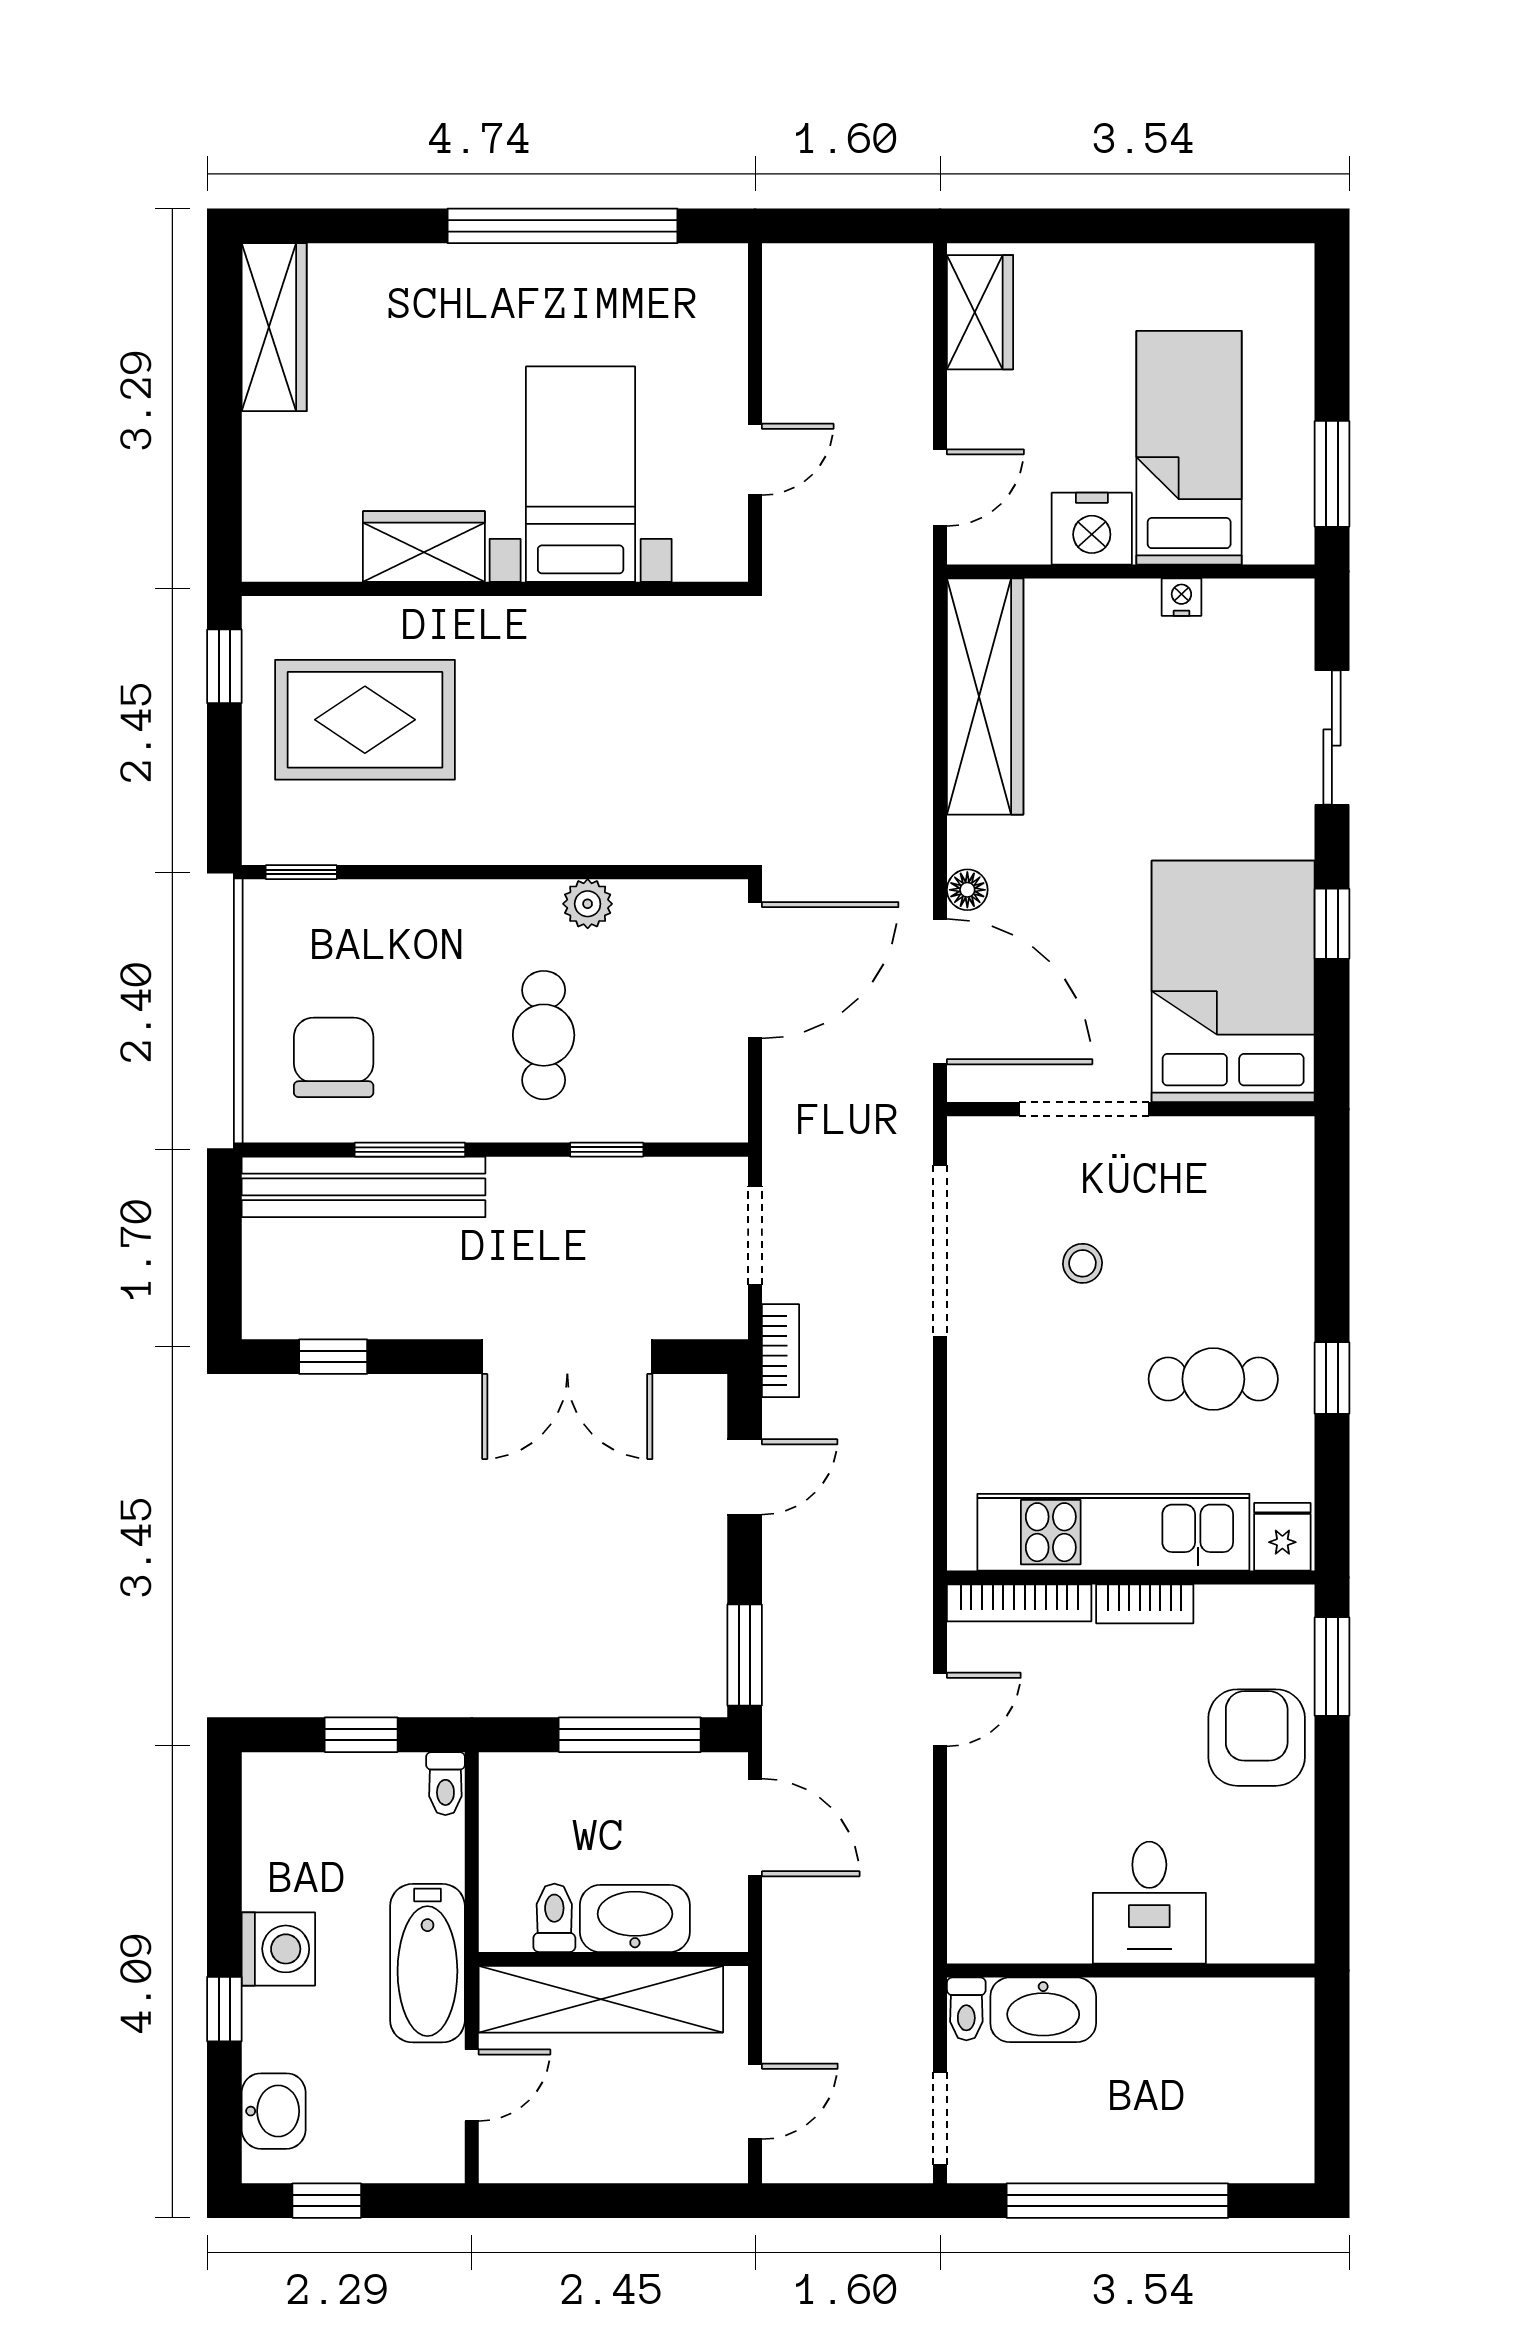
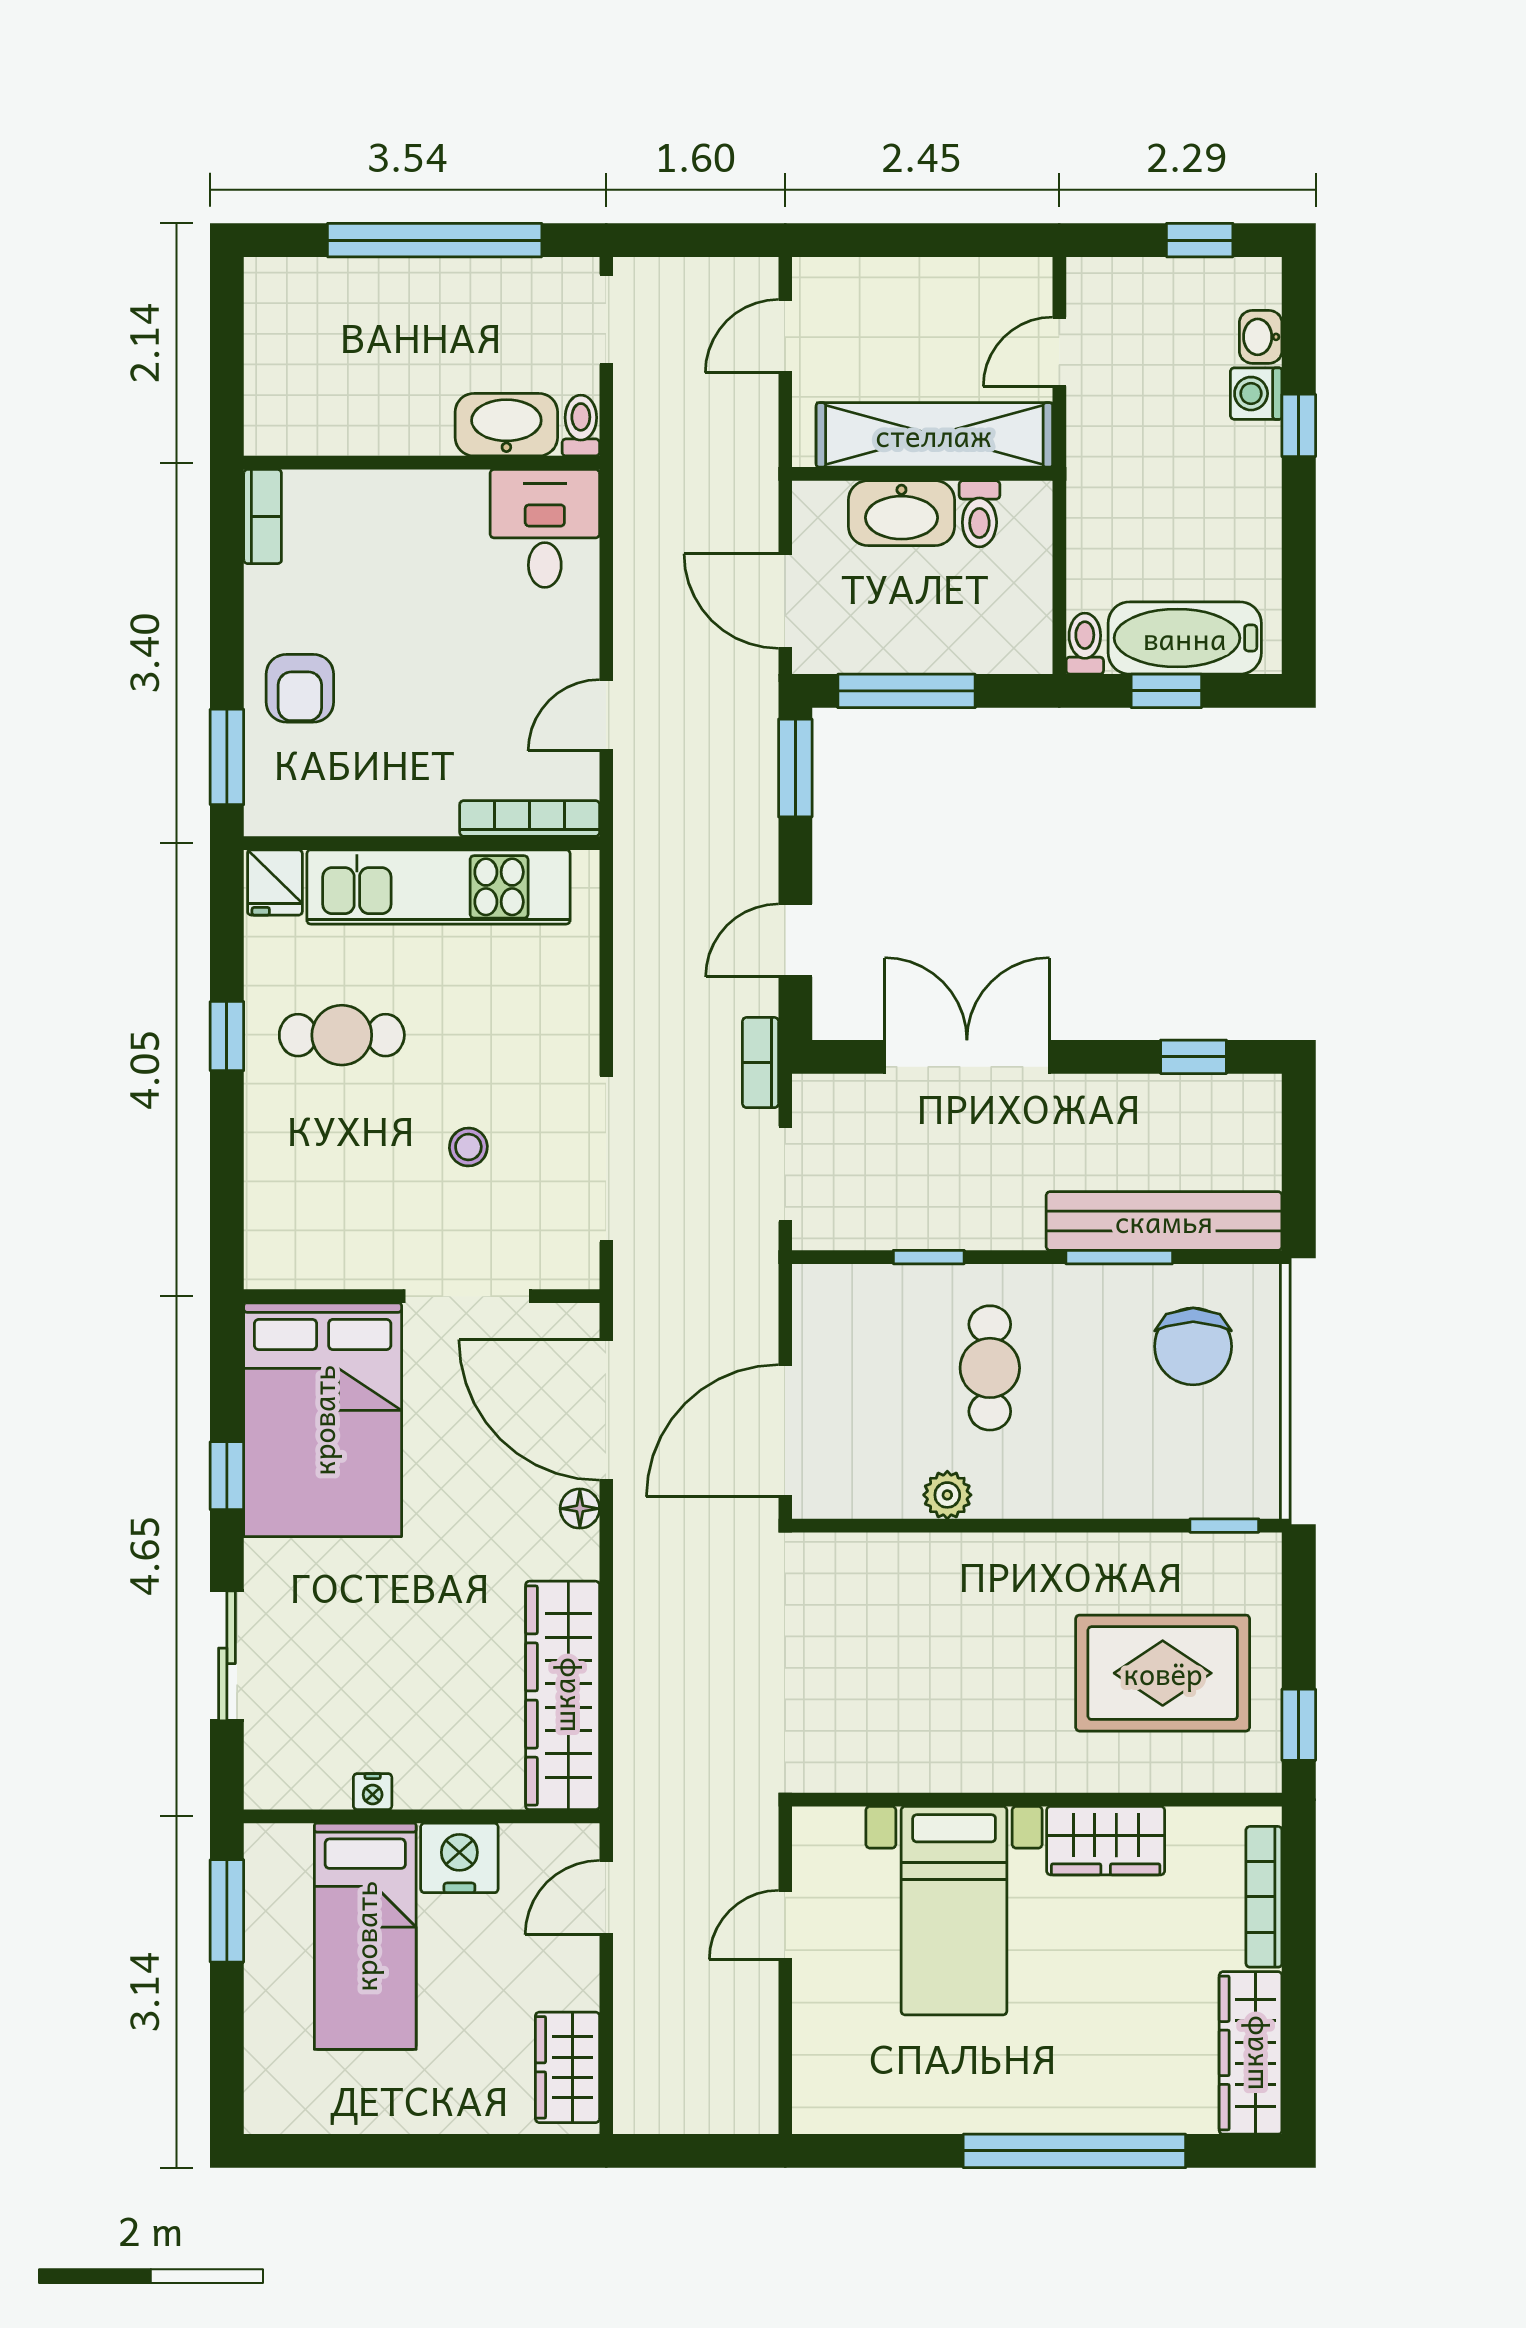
window: (563, 226) -> (1074, 2151), moved
bookcase: (260, 488) -> (1264, 1897), added
bookcase: (1145, 1604) -> (263, 517), moved, turned 90
armchair: (1257, 1738) -> (300, 688), width x0.72, depth x0.72
desk: (1149, 1903) -> (545, 528), moved
washing machine: (278, 1949) -> (1256, 394), moved, width x0.73, depth x0.73
bathtub: (427, 1963) -> (1185, 638), moved, turned -90
washbasin: (274, 2111) -> (1261, 337), width x0.72, depth x0.69

